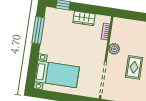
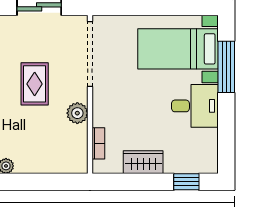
window: (38, 30) -> (226, 67), moved
desk: (53, 43) -> (195, 106), added

